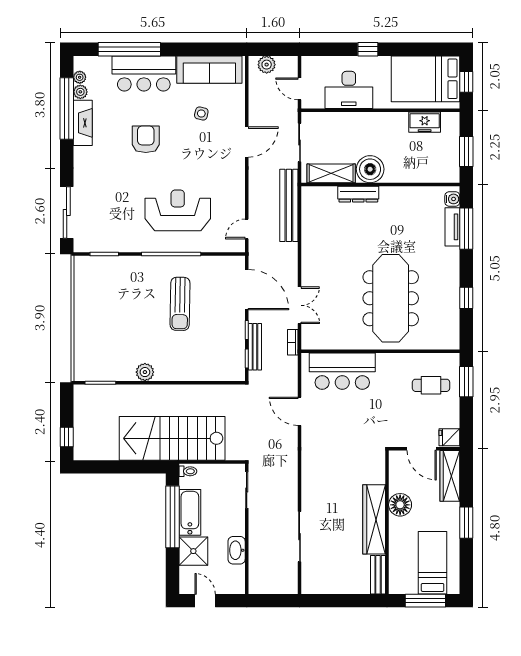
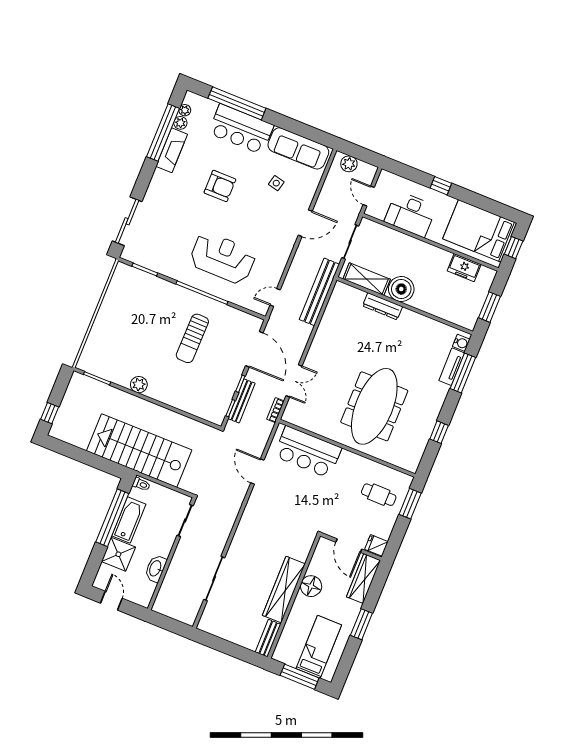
armchair: (146, 139) -> (220, 186), turned 90

